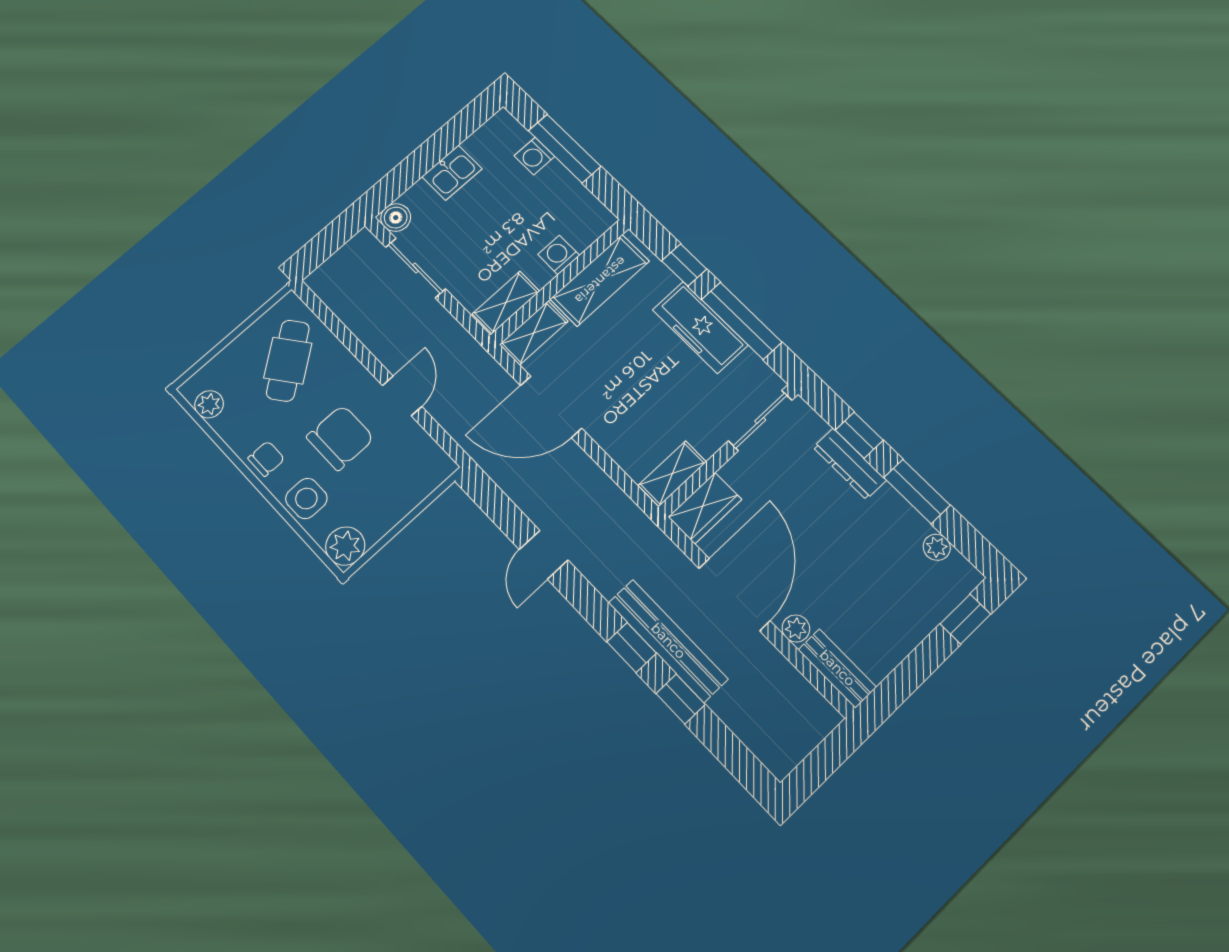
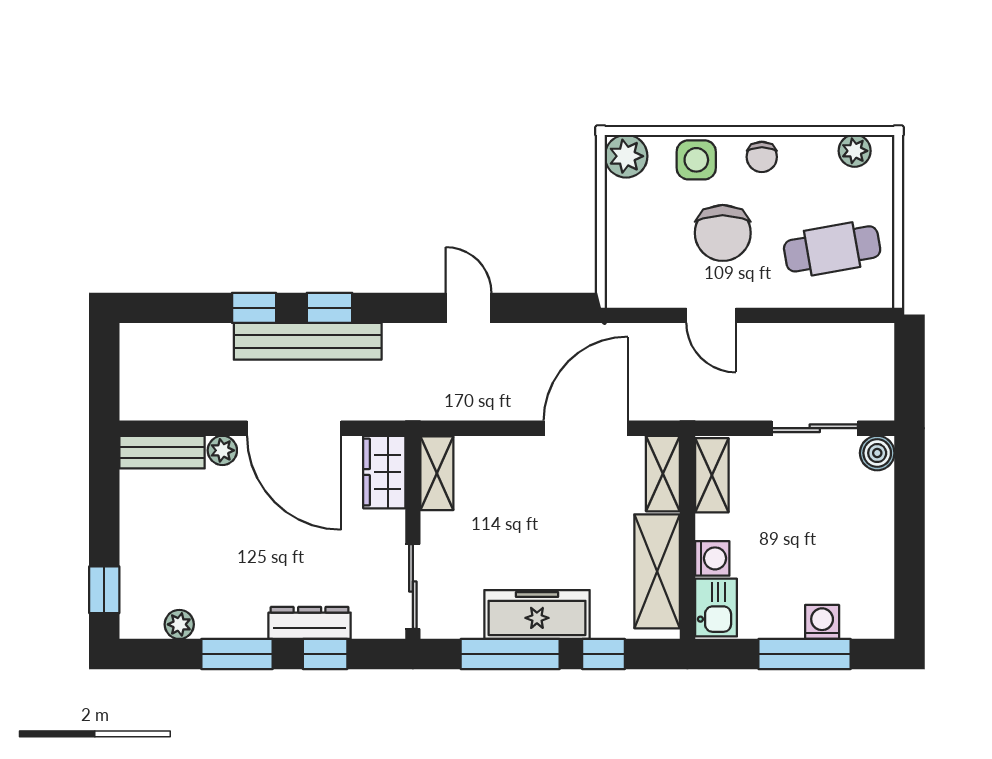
kitchen sink: (452, 173) -> (716, 608), moved, turned 180
cafe table: (288, 361) -> (832, 249), turned -63

